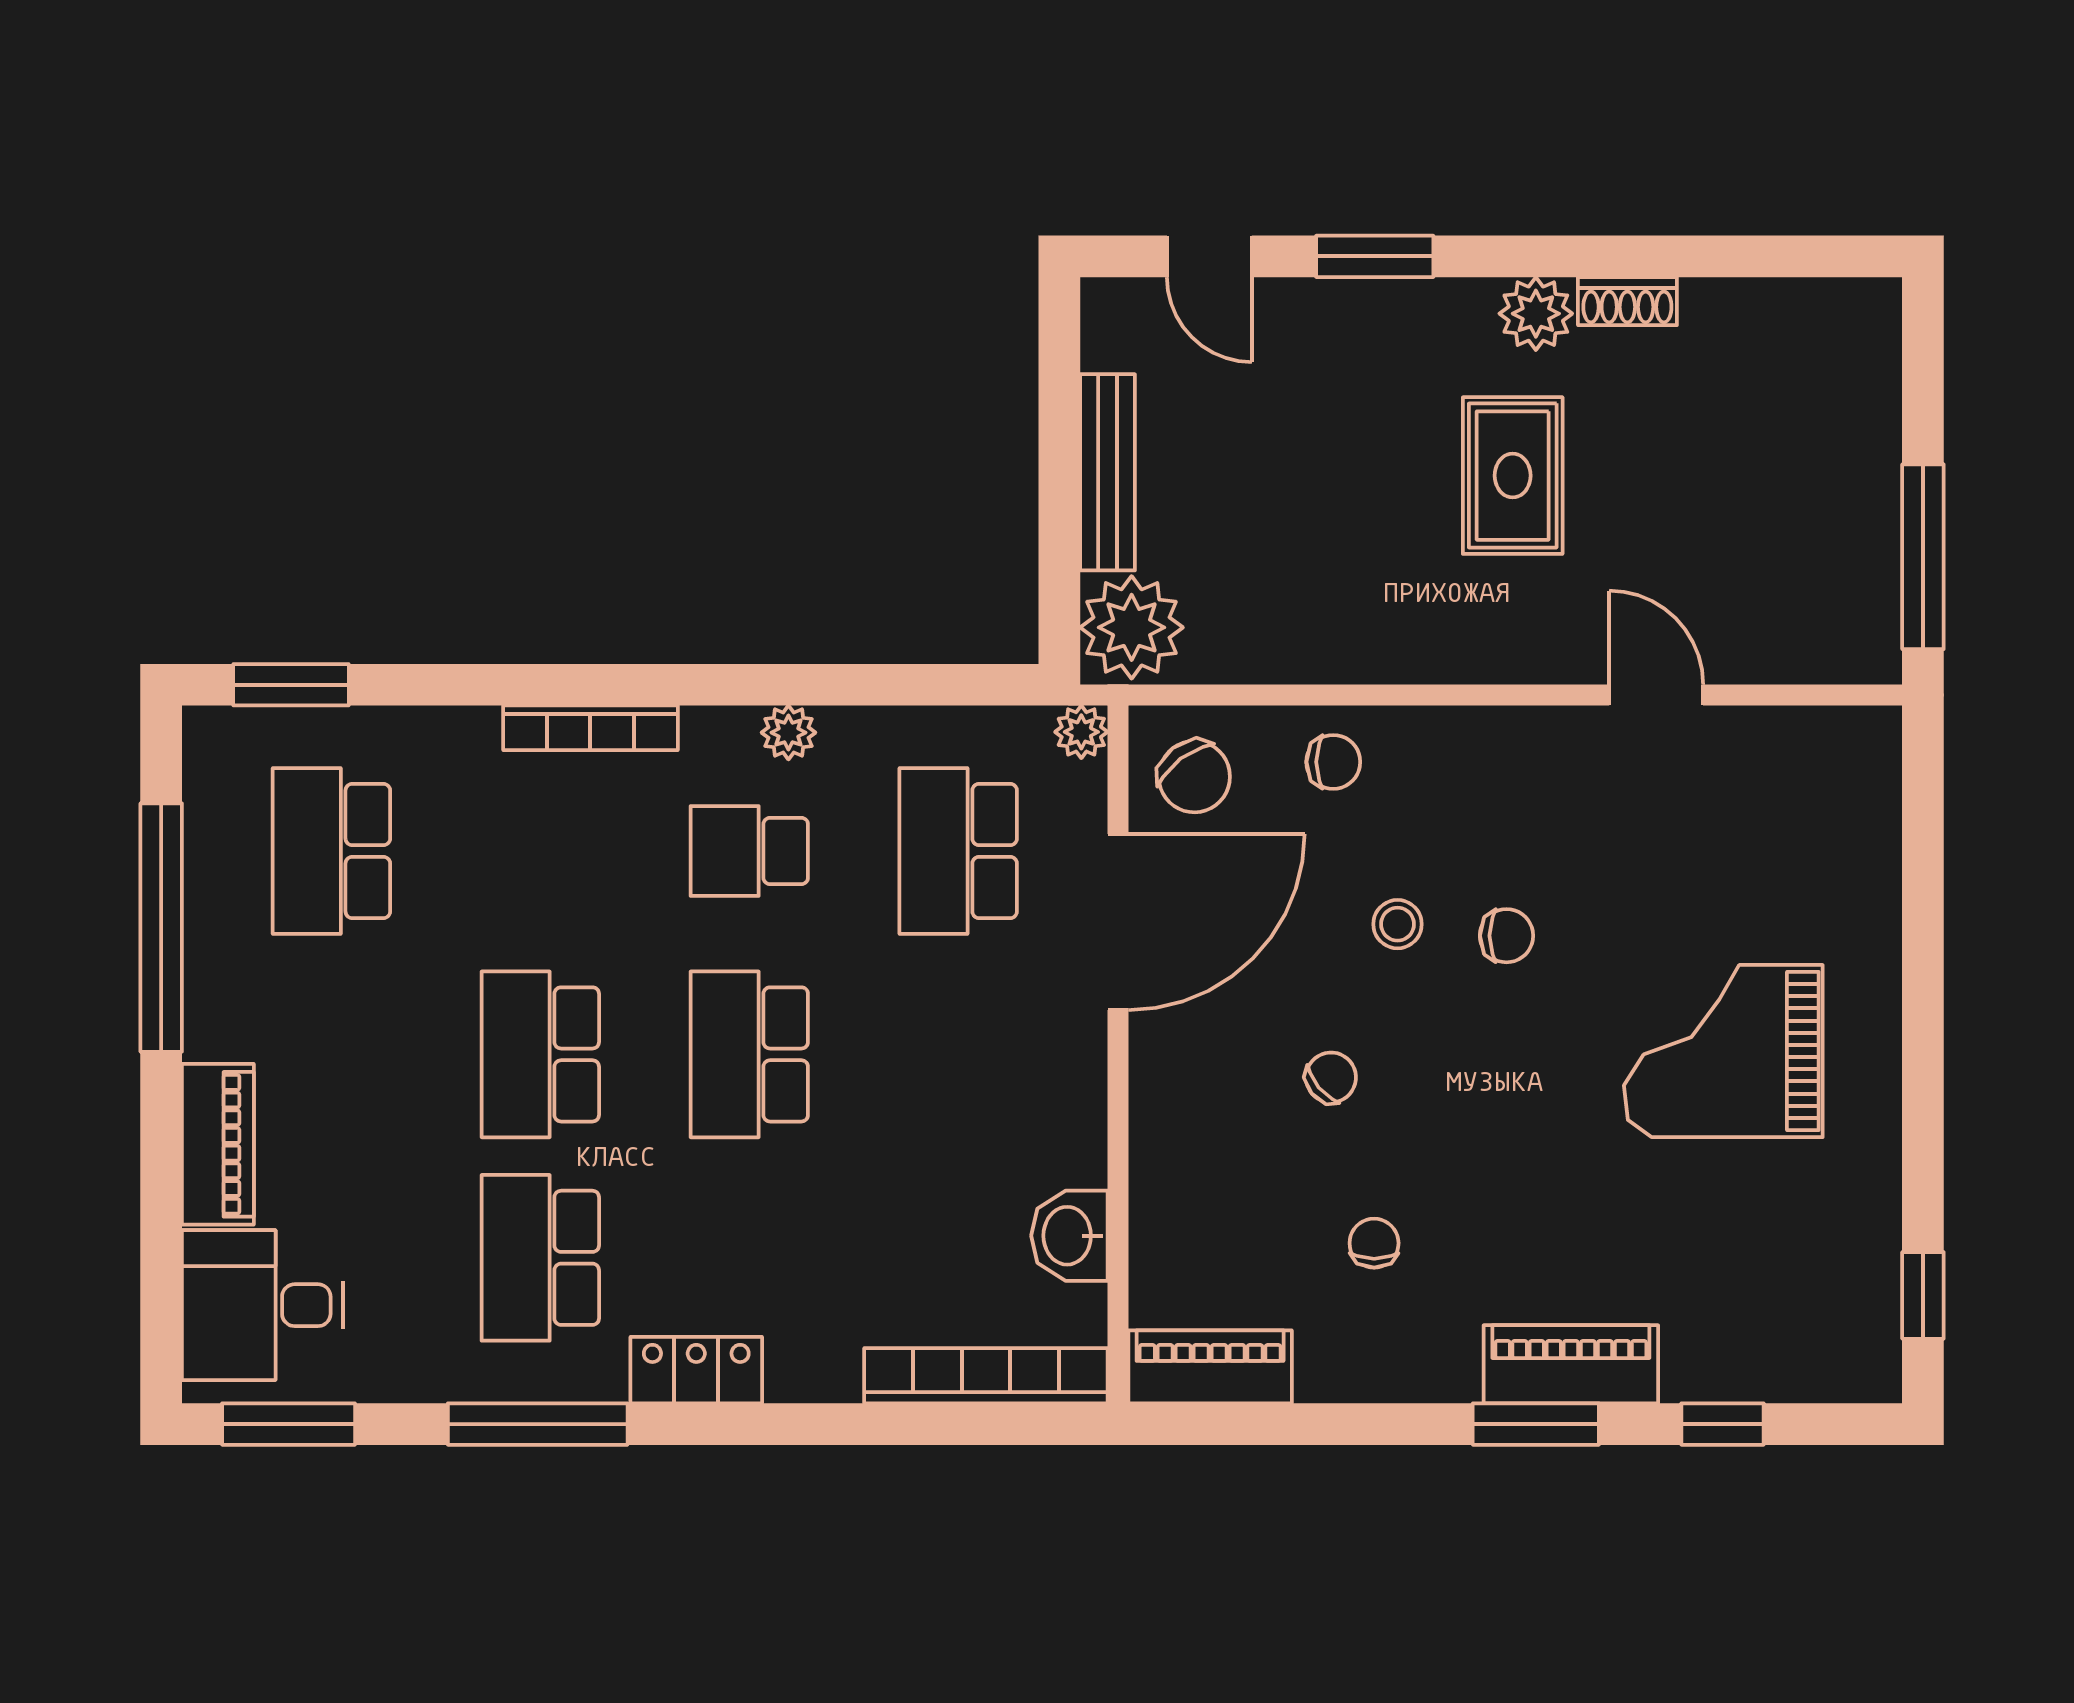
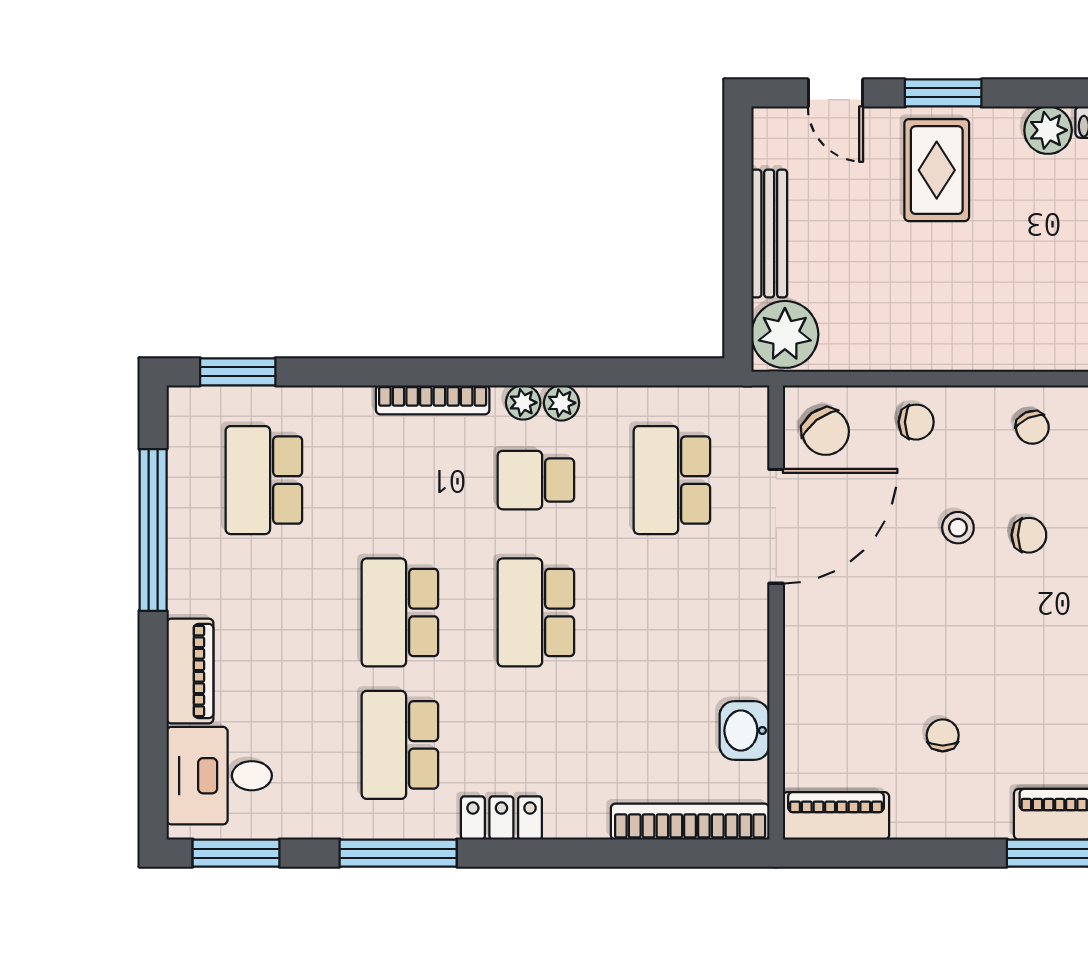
rug: (1513, 476) -> (937, 170), moved
plant: (1081, 732) -> (523, 403), moved
chair: (1331, 1077) -> (1032, 427), moved, turned 106

